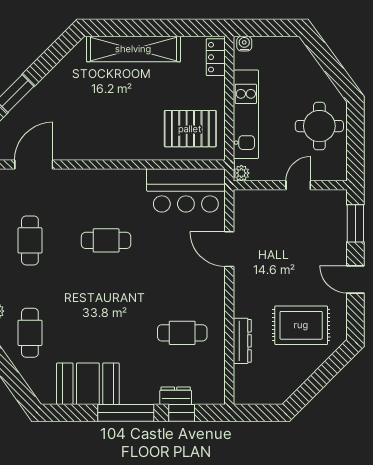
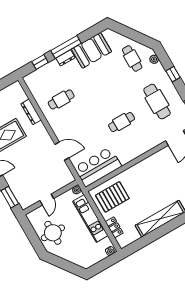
locker: (216, 57) -> (114, 227), moved
cafe table: (30, 240) -> (157, 102), width x1.37, depth x1.35
dresser: (176, 396) -> (66, 58), moved

